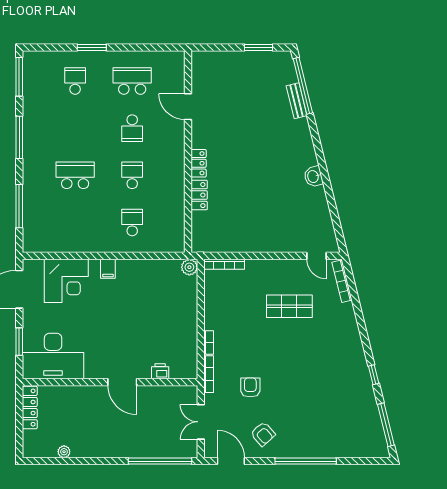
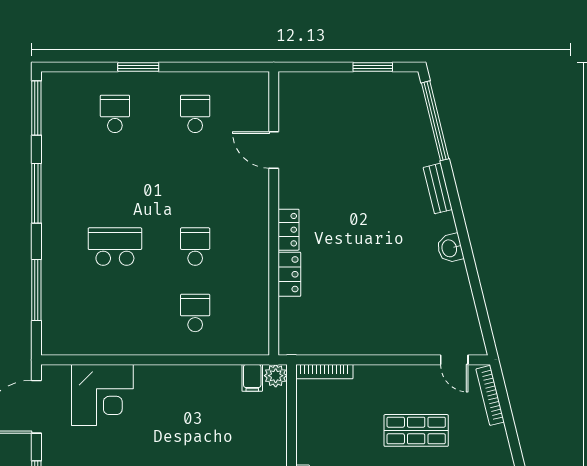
school desk: (132, 81) -> (195, 114), width x0.54
bench: (297, 101) -> (438, 188), moved
school desk: (132, 128) -> (195, 180), removed
filing cabinet: (108, 269) -> (252, 378), moved

